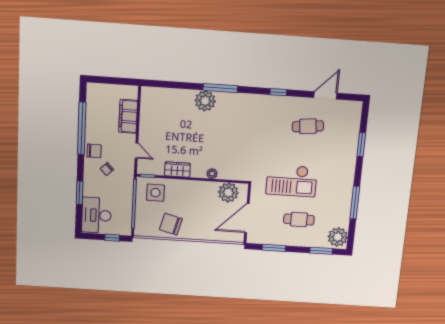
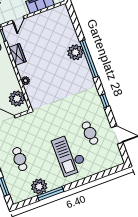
window: (220, 88) -> (89, 59), width x1.46
window: (361, 144) -> (94, 177), removed
checkout: (292, 181) -> (69, 155), moved
plant: (338, 237) -> (39, 187), moved

